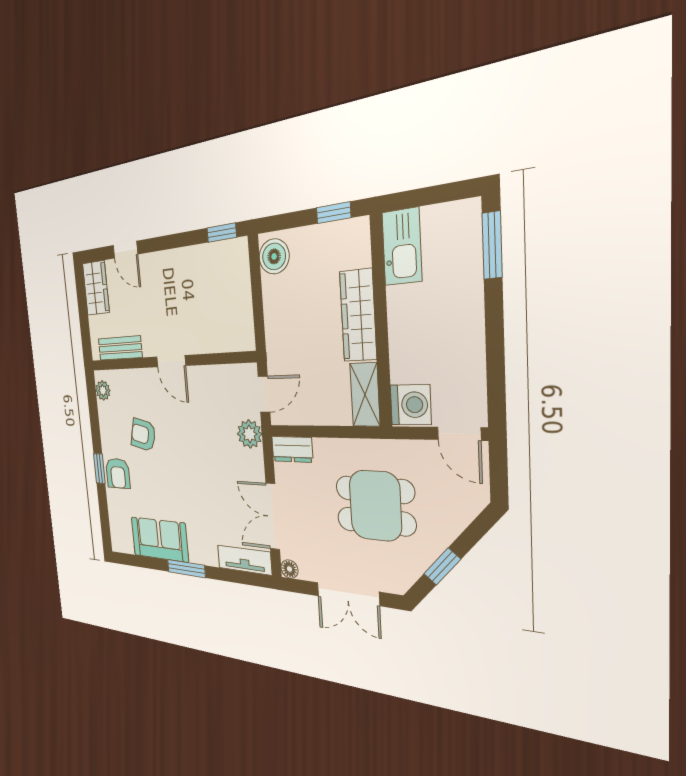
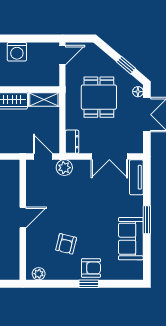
bench: (120, 348) -> (13, 256), removed
washing machine: (411, 405) -> (17, 52), moved, turned 180
floor lamp: (289, 569) -> (138, 92), moved

